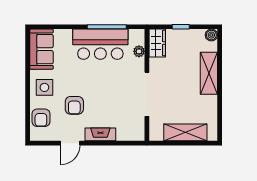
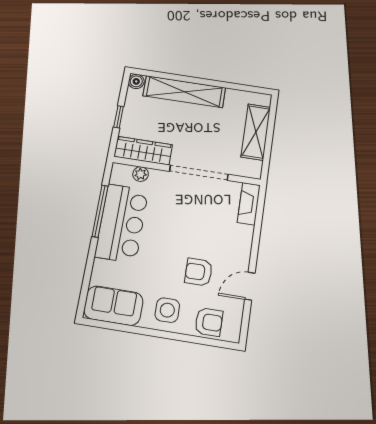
wardrobe: (157, 43) -> (143, 151), width x1.50
shelving: (209, 73) -> (184, 92), width x1.47
armchair: (74, 105) -> (199, 272), turned 180
fireplace: (100, 134) -> (249, 204), moved
door: (70, 143) -> (250, 286), swing flipped

